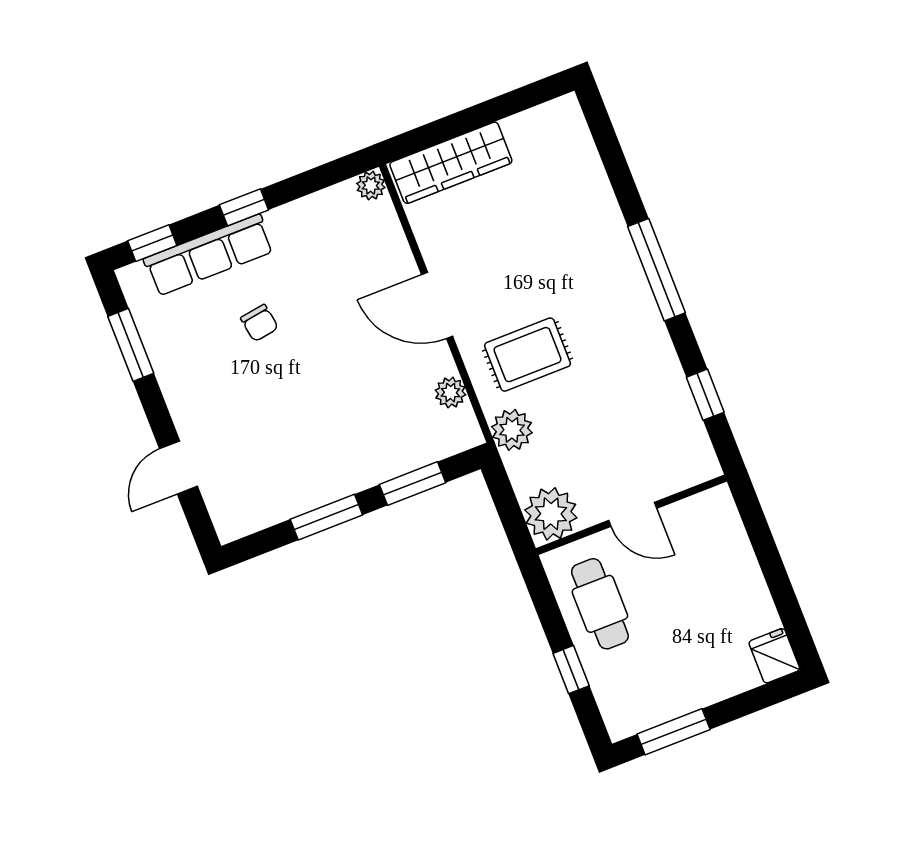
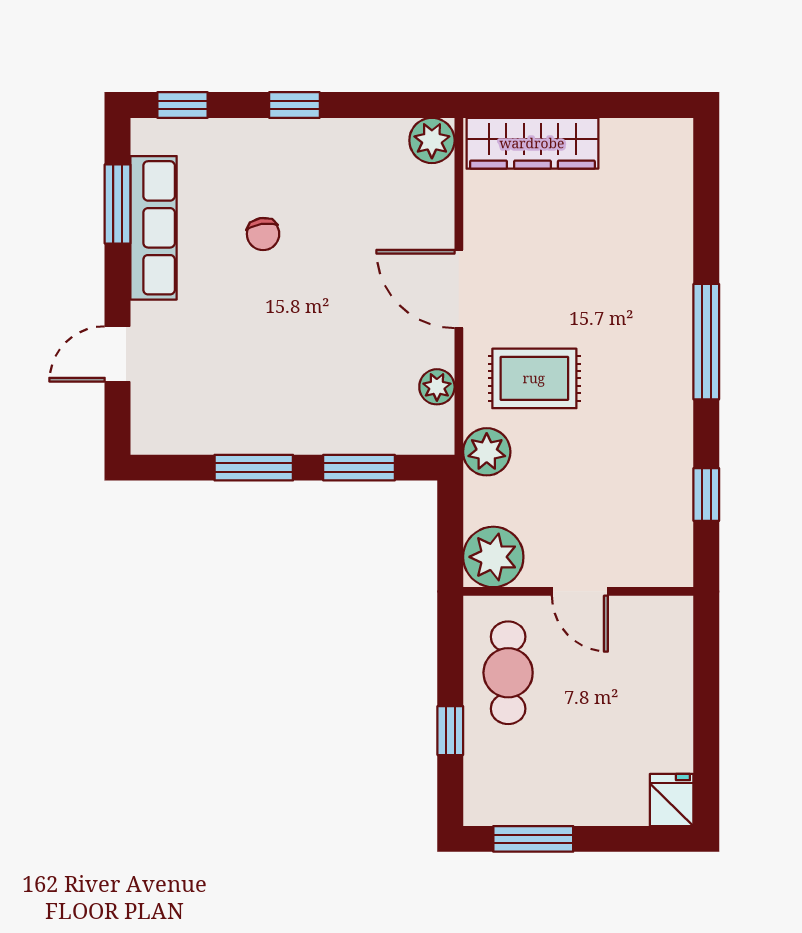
plant: (371, 185) -> (432, 140), width x1.38, depth x1.38
row of seats: (209, 255) -> (154, 228), moved, turned -90

